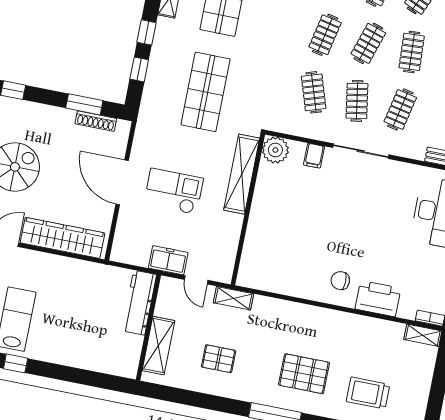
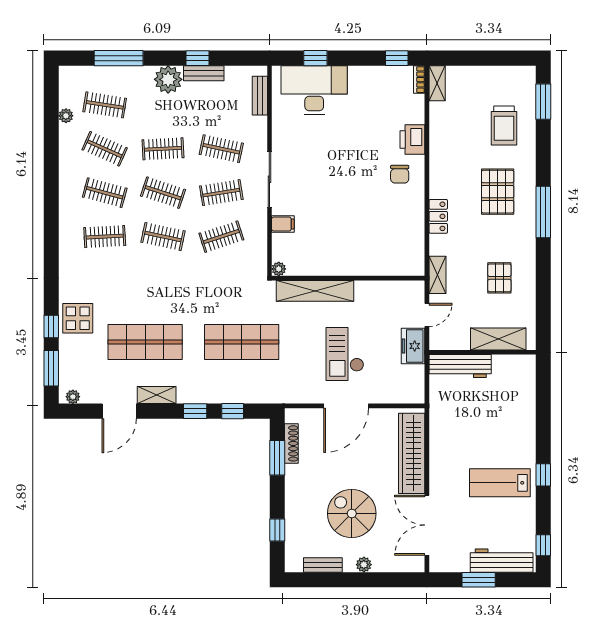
plant: (275, 150) -> (279, 269), width x0.53, depth x0.53
printer: (378, 299) -> (412, 140), width x0.73, depth x0.84
locker: (291, 310) -> (438, 216), added

